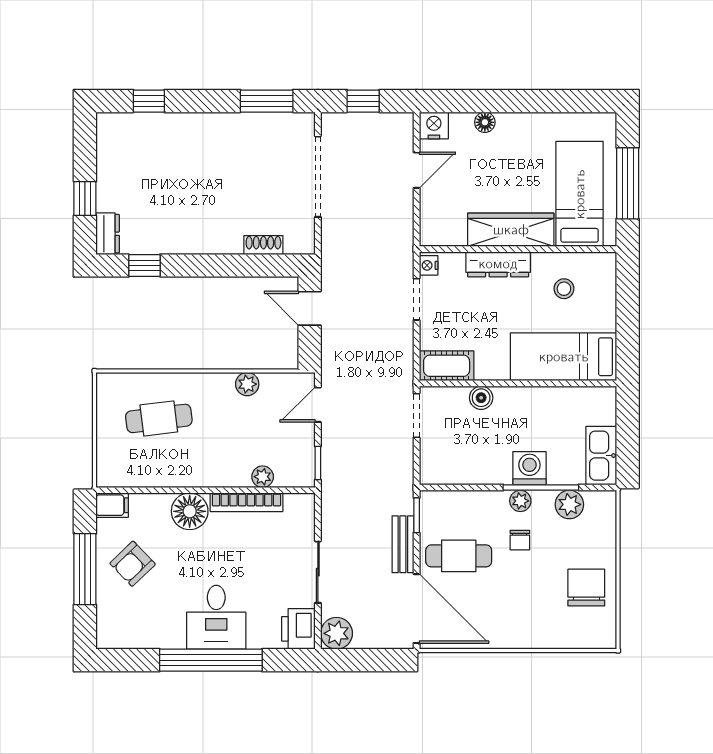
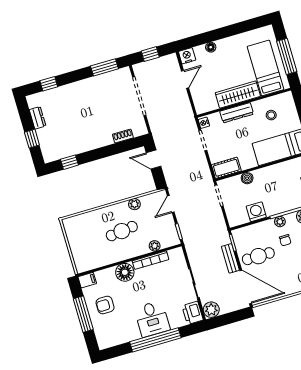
dresser: (108, 234) -> (37, 118), moved
cafe table: (159, 418) -> (122, 231), moved
washing machine: (529, 468) -> (256, 212), moved
armchair: (133, 564) -> (105, 305), turned 44

